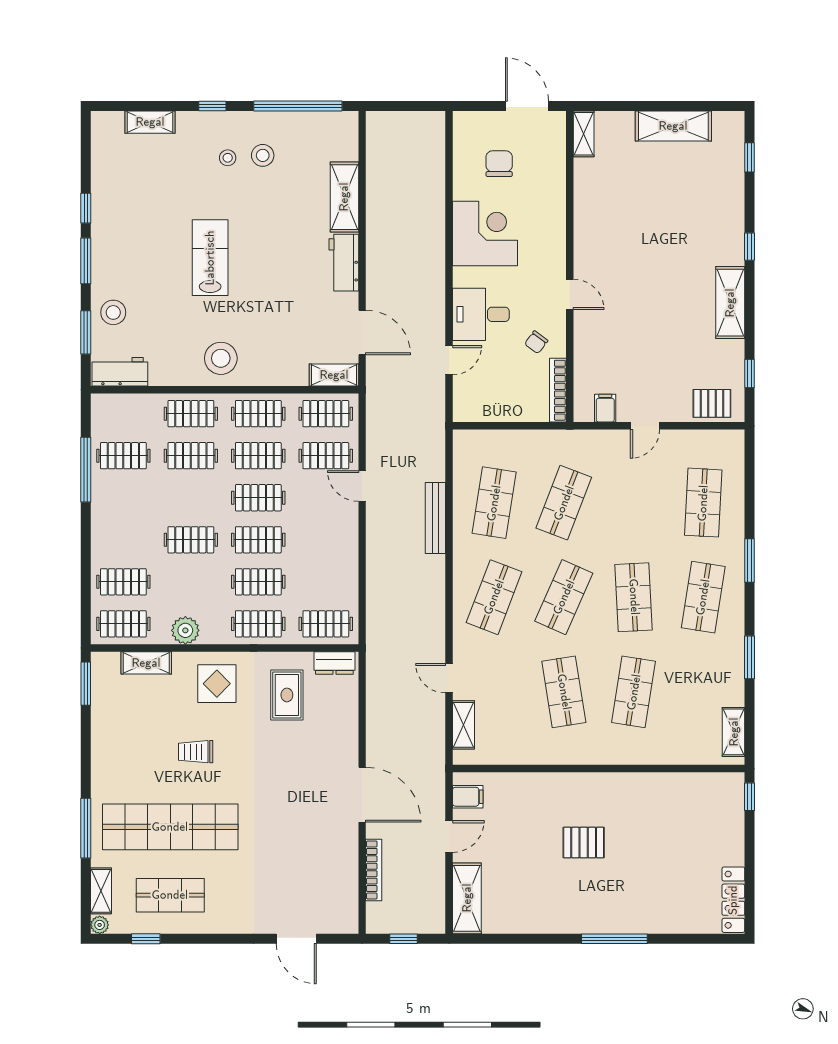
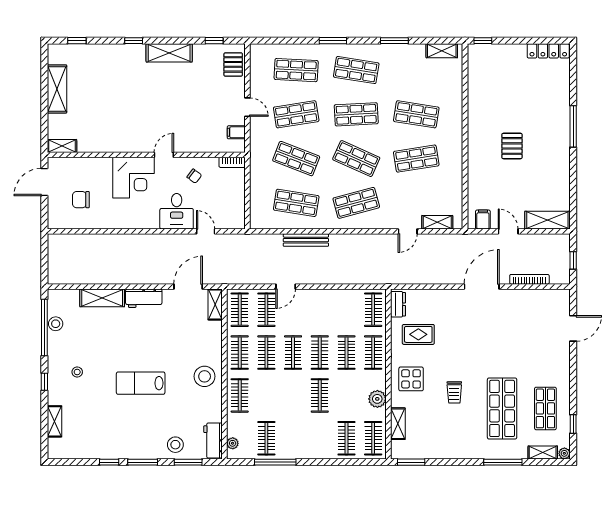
stool: (263, 155) -> (56, 324), moved
corner desk: (485, 234) -> (134, 178), moved, turned 180
bookcase: (558, 390) -> (232, 162), width x0.64
plant: (115, 402) -> (233, 443), added
clothes rail: (191, 456) -> (266, 395), removed
shop shelf: (634, 503) -> (296, 114), added
shop shelf: (494, 597) -> (356, 203), turned -36
shop shelf: (170, 827) -> (502, 408), width x0.71

